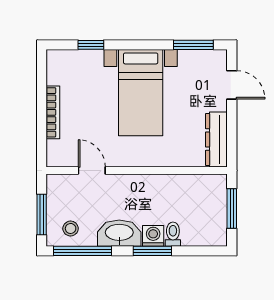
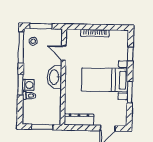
window: (193, 45) -> (130, 92), moved
door: (92, 171) -> (64, 53), swing flipped
washbasin: (119, 233) -> (54, 77), moved, turned 180

